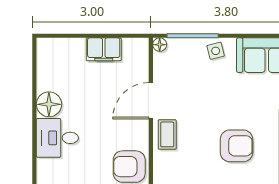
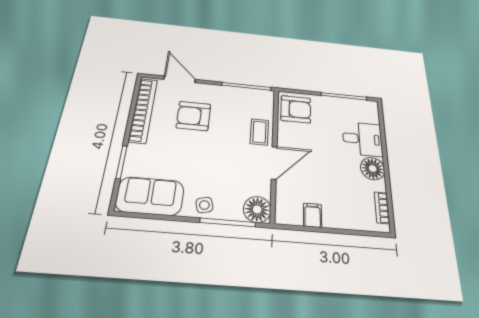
floor lamp: (160, 45) -> (257, 209), width x1.89, depth x1.89
filing cabinet: (104, 49) -> (313, 215), width x0.50
bookcase: (43, 63) -> (382, 208), added

